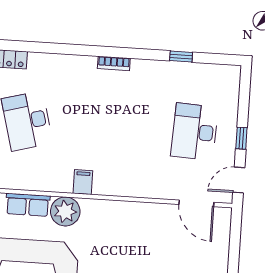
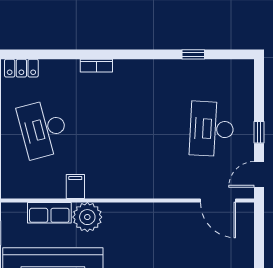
bookcase: (114, 63) -> (96, 66), moved
filing cabinet: (83, 182) -> (75, 186), moved

